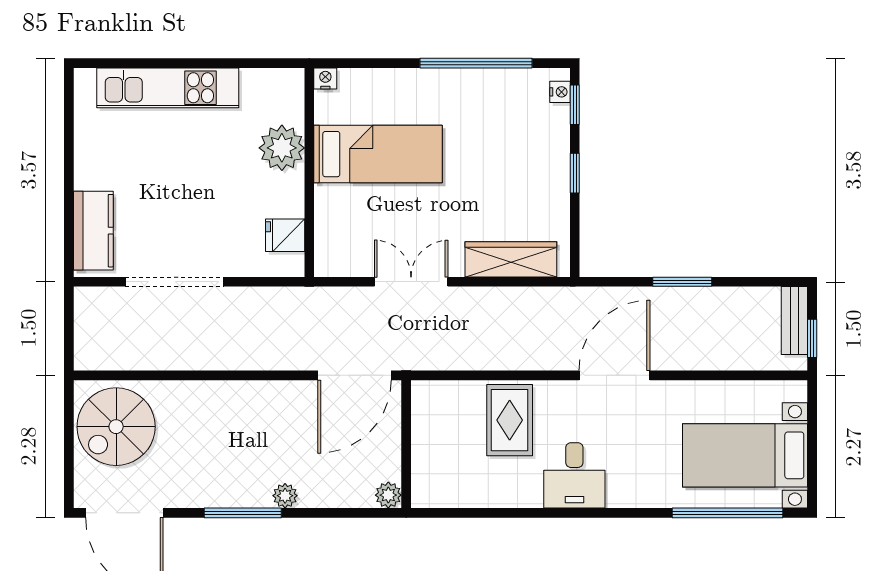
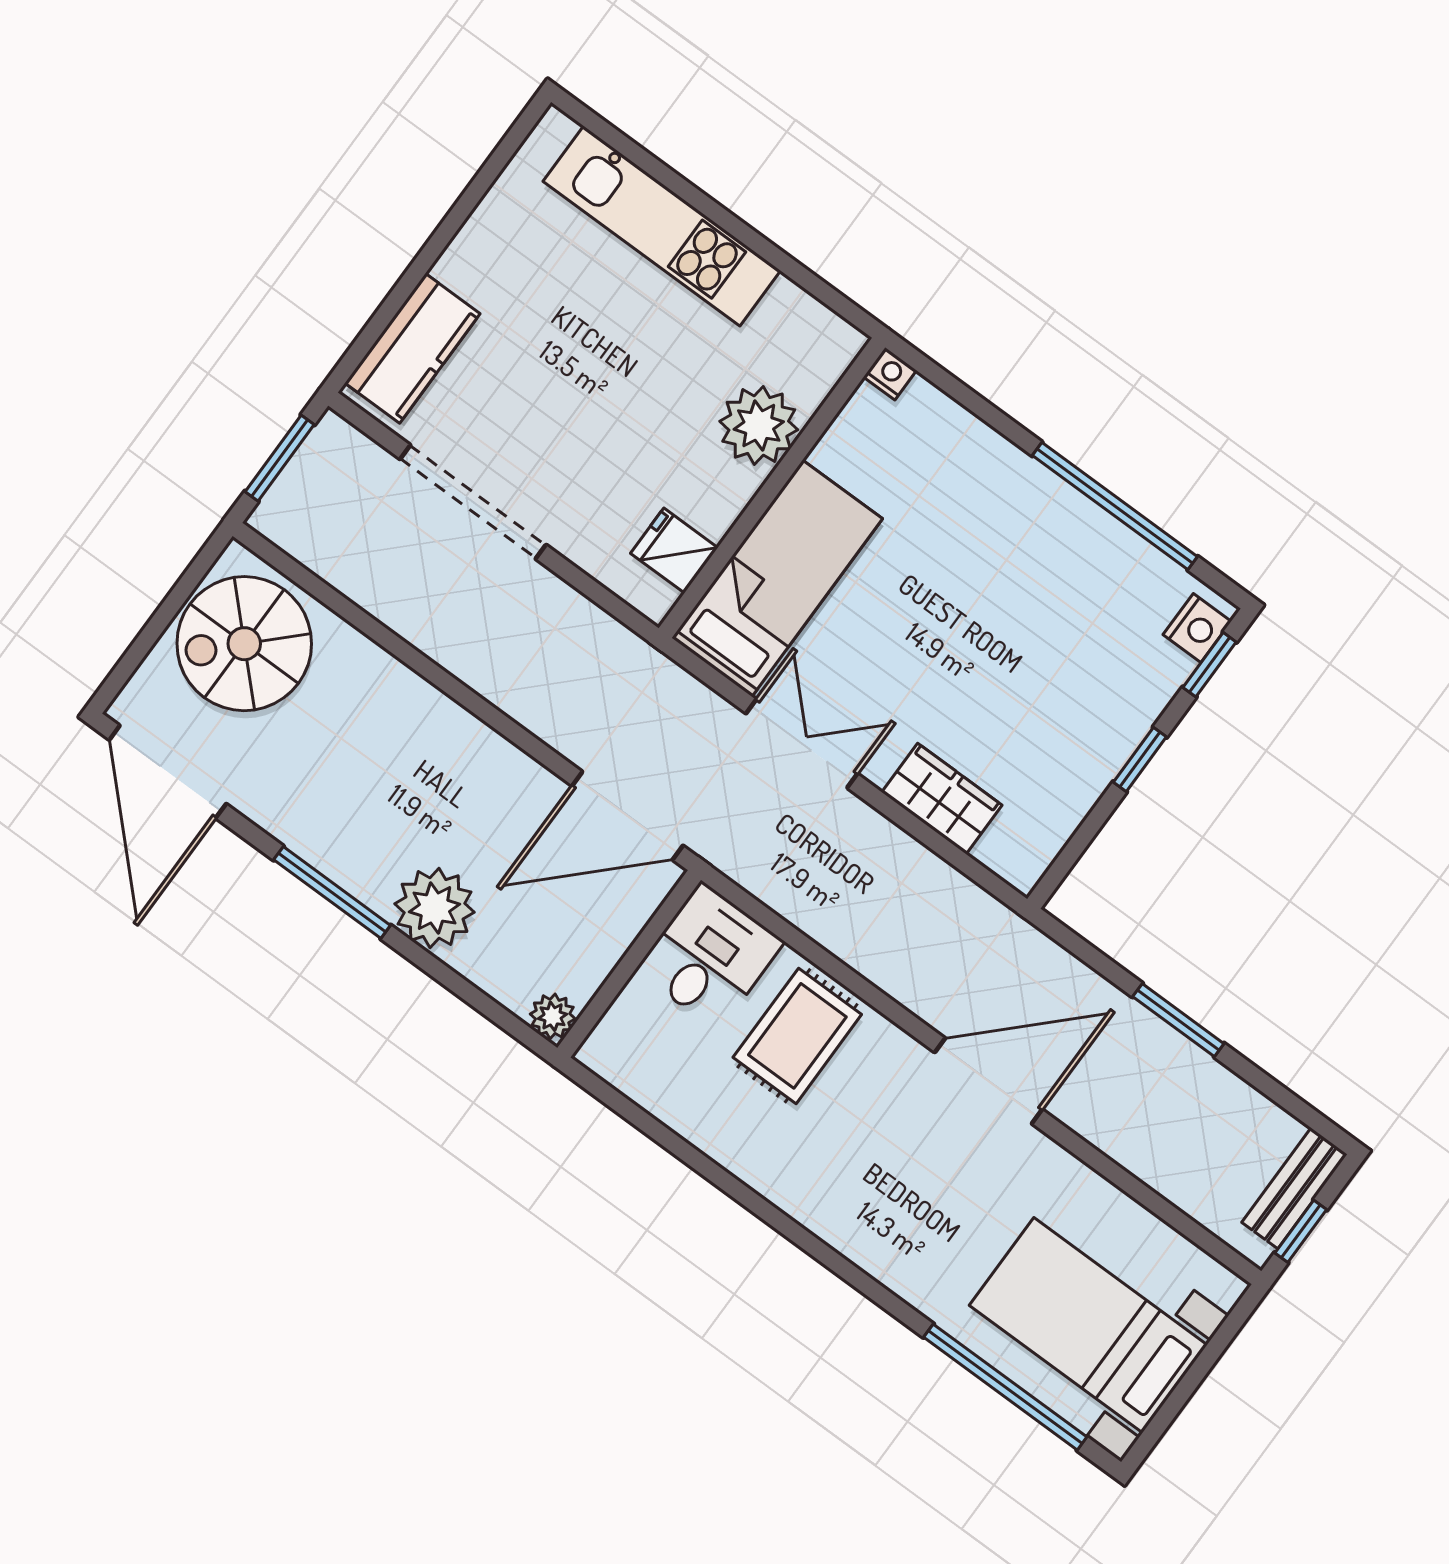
nightstand: (560, 92) -> (1197, 628), width x1.39, depth x1.35
bed: (378, 154) -> (777, 578), moved, turned -90
wardrobe: (511, 259) -> (942, 799), width x0.67
window: (69, 328) -> (280, 458), added
desk: (574, 475) -> (710, 956), moved, turned 180
plant: (285, 496) -> (434, 908), width x1.88, depth x1.88

